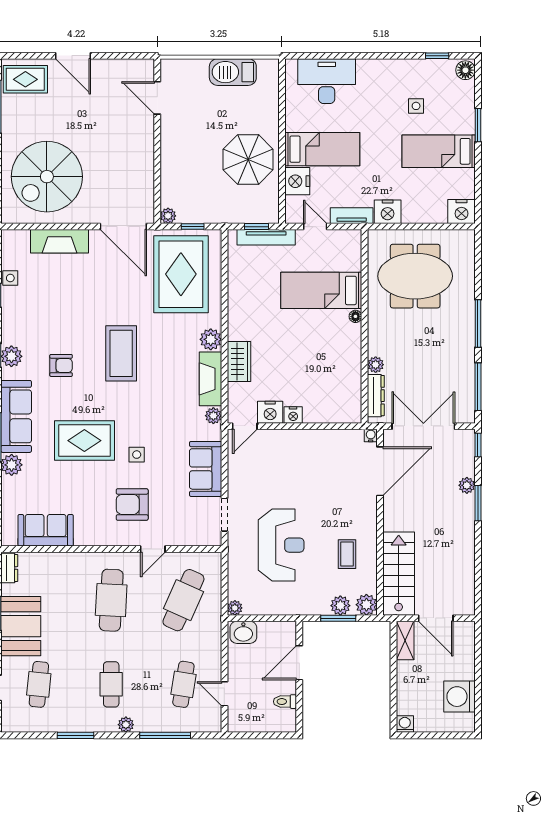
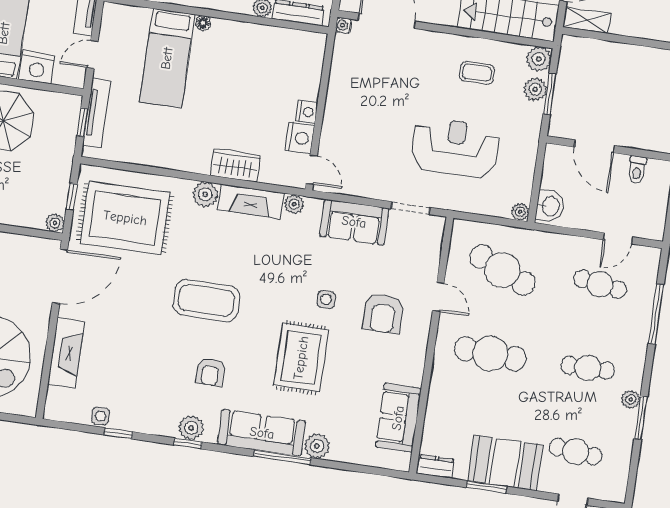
armchair: (61, 365) -> (210, 372), turned 180
plant: (126, 725) -> (631, 399), moved

